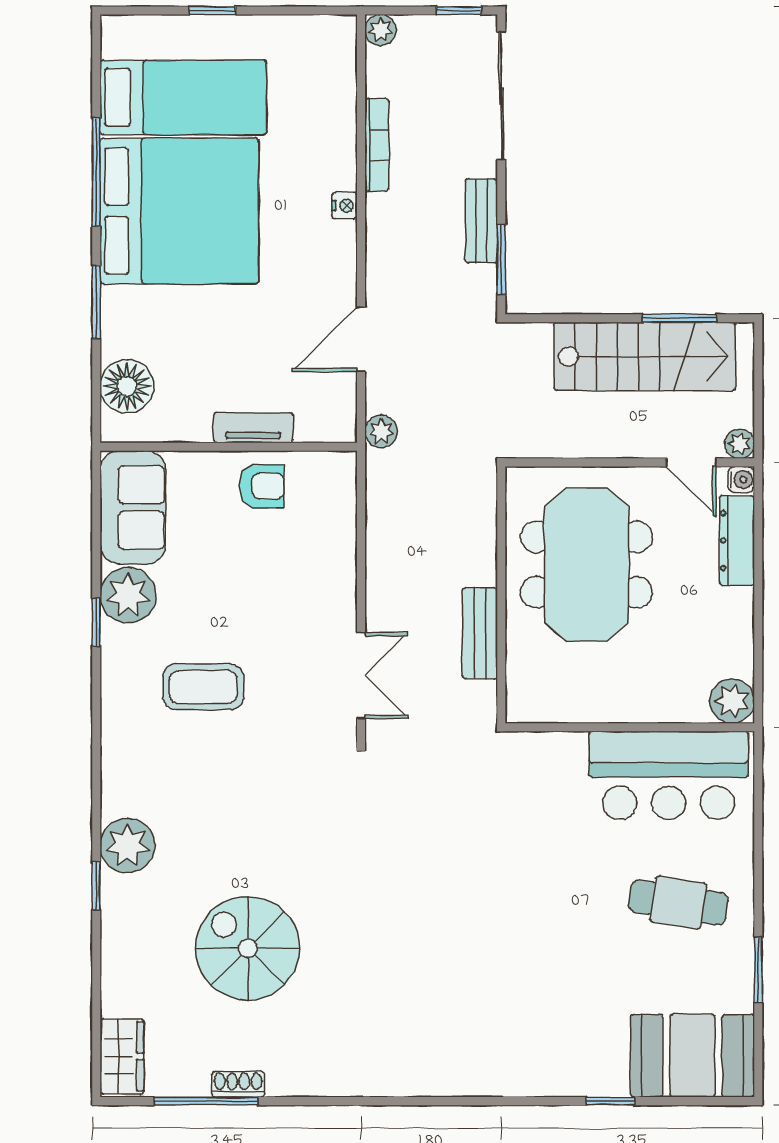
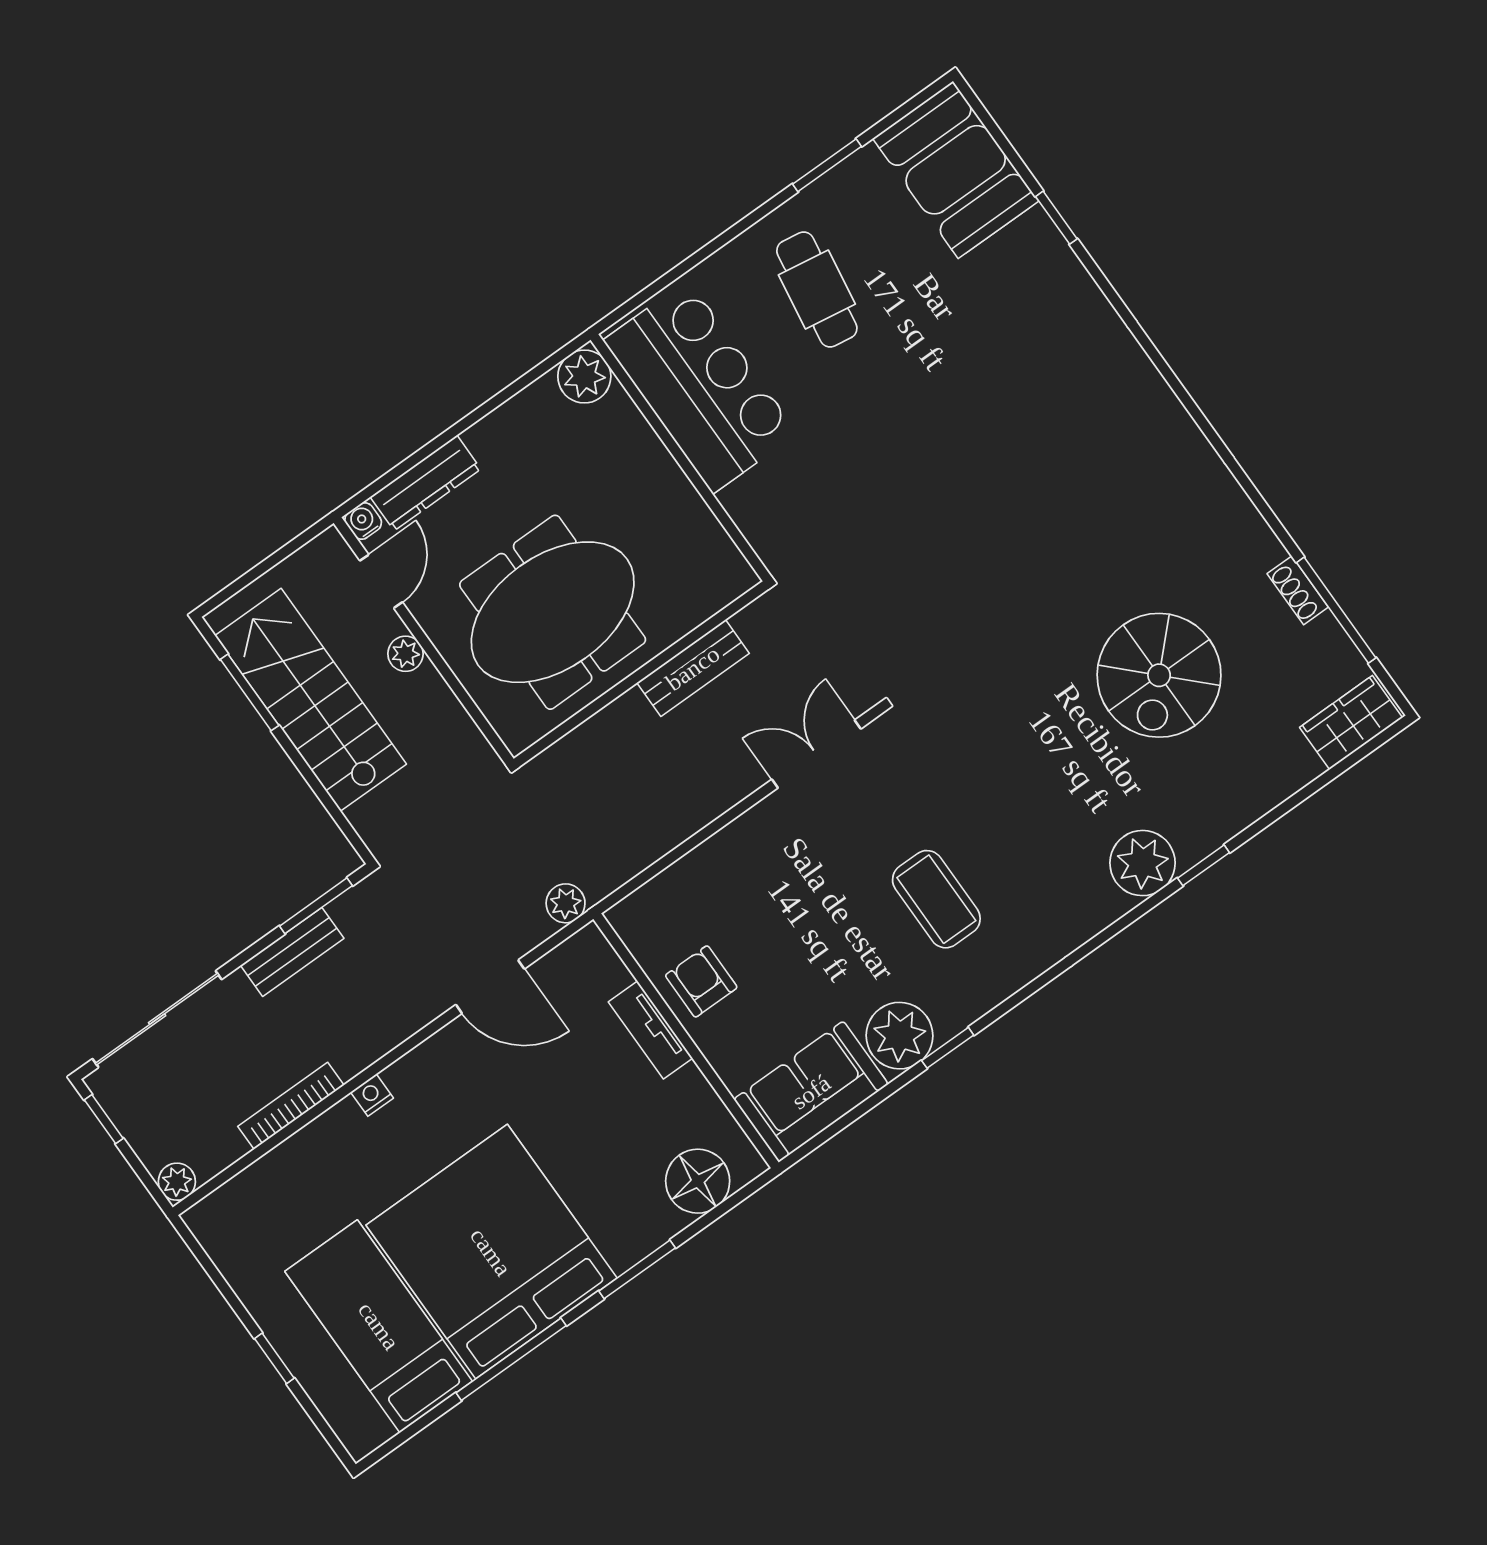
plant: (740, 444) -> (406, 654), moved

